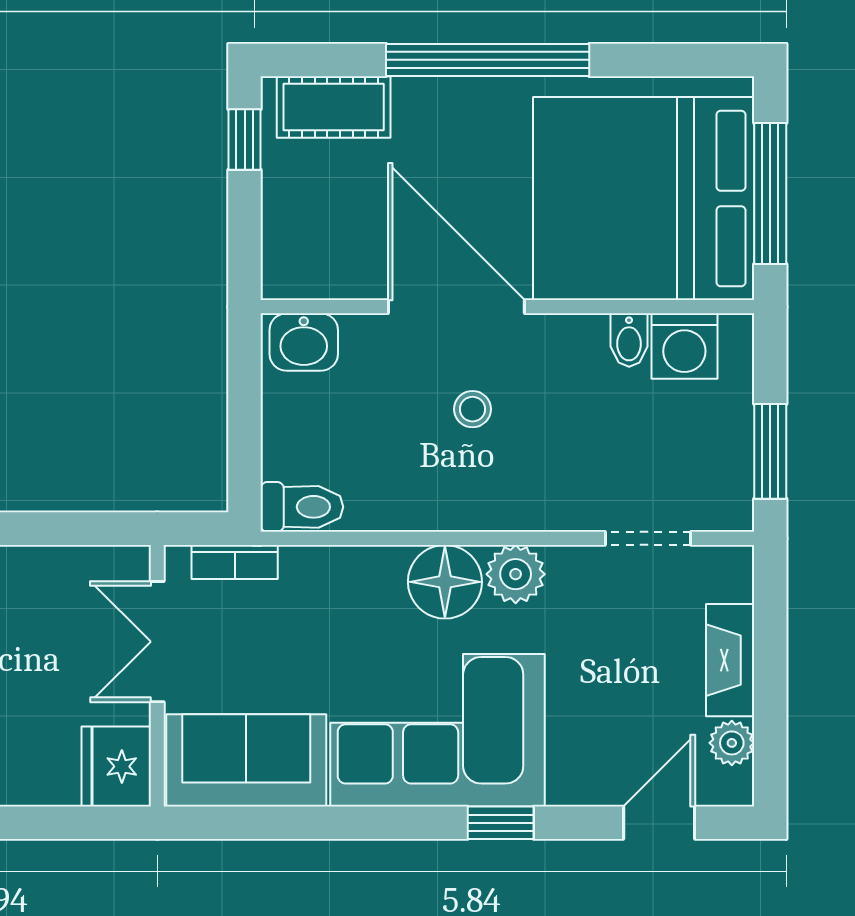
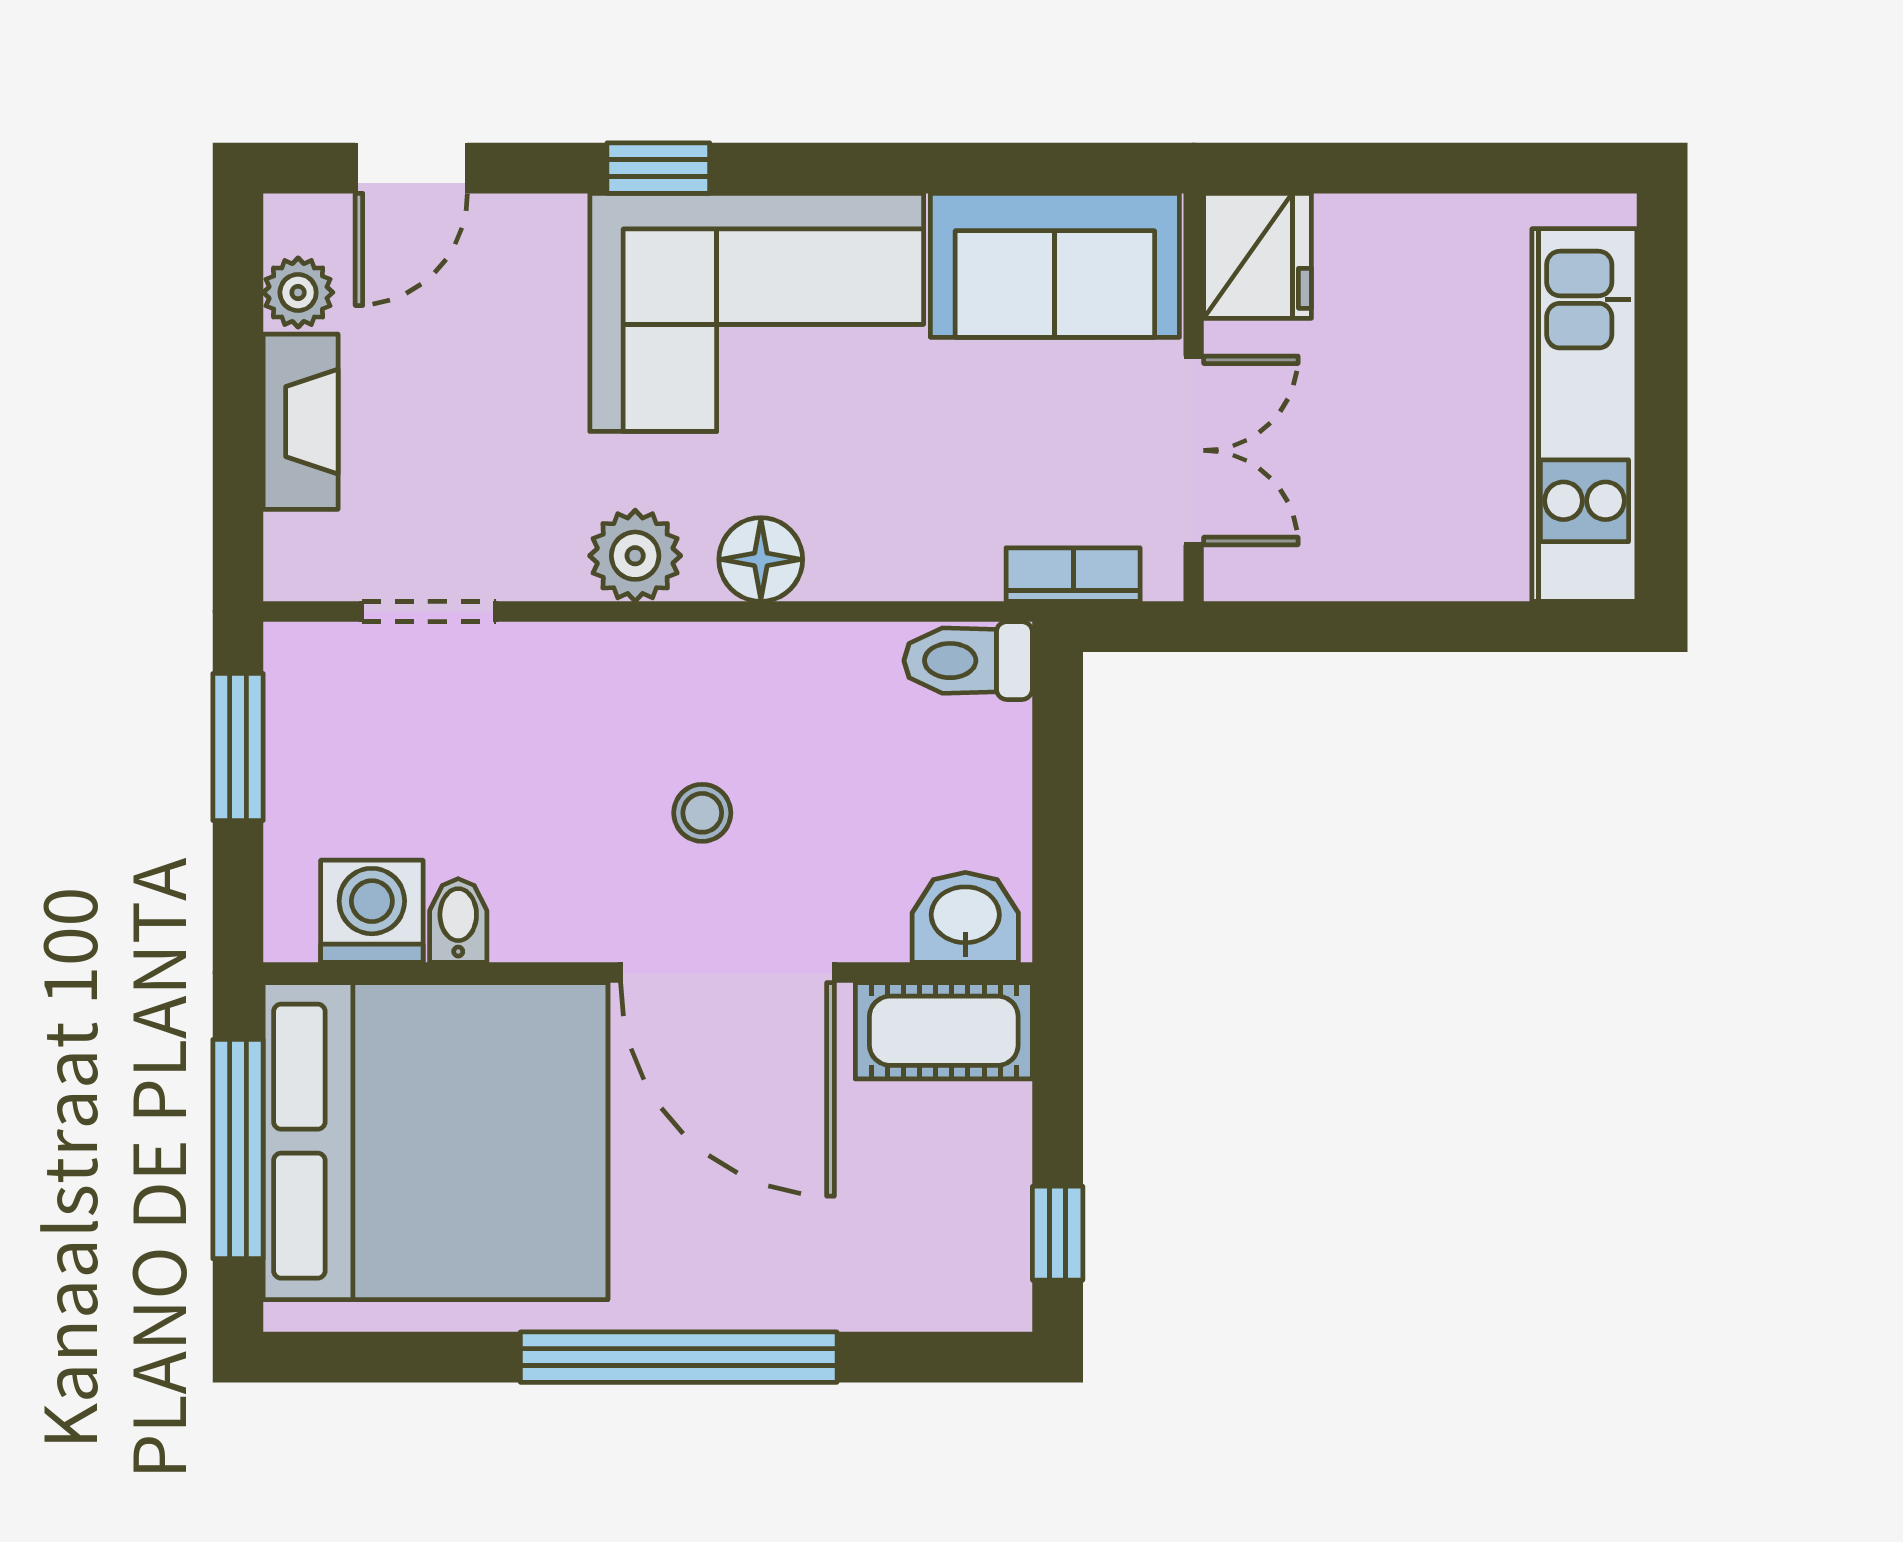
cot: (334, 107) -> (944, 1031), moved
floor lamp: (445, 582) -> (761, 559), width x0.73, depth x0.73

